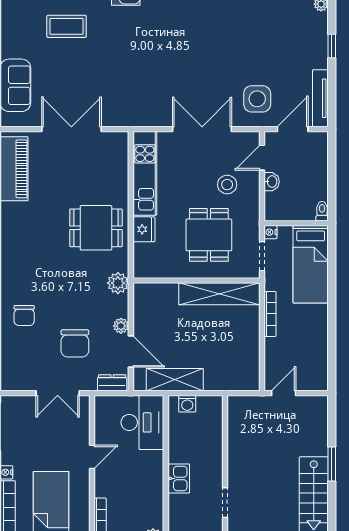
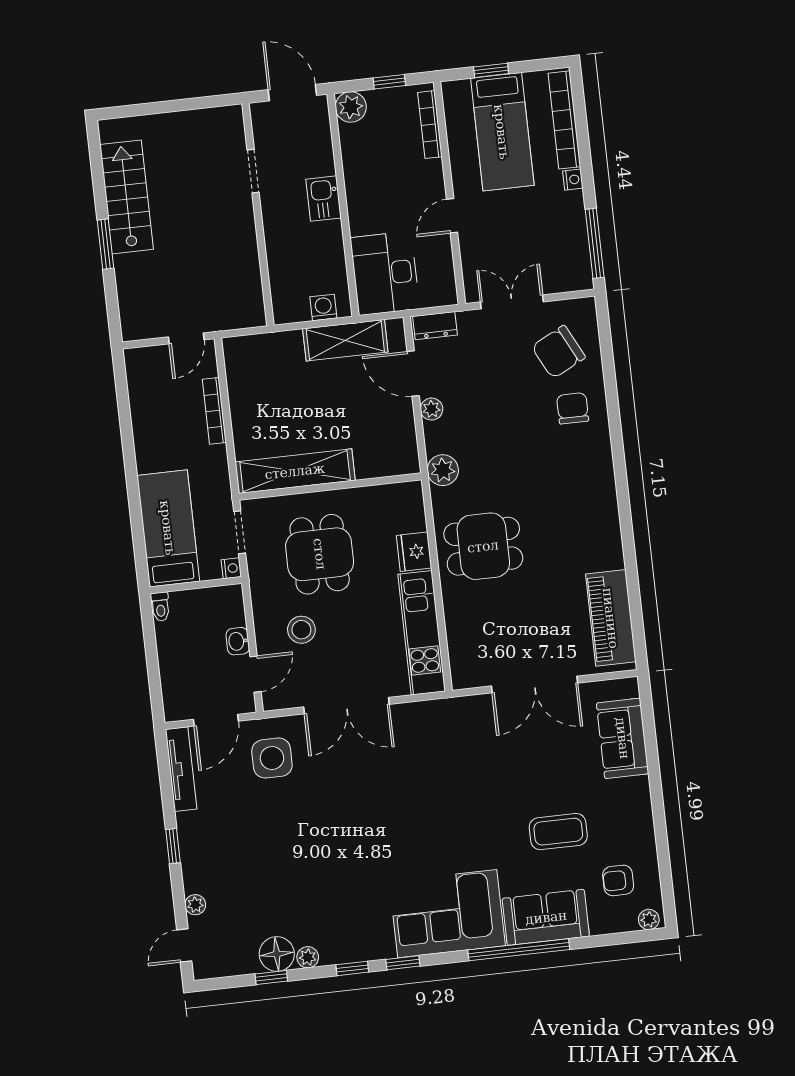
bookcase: (270, 314) -> (214, 411), moved
chair: (75, 343) -> (558, 352), moved, turned -117

